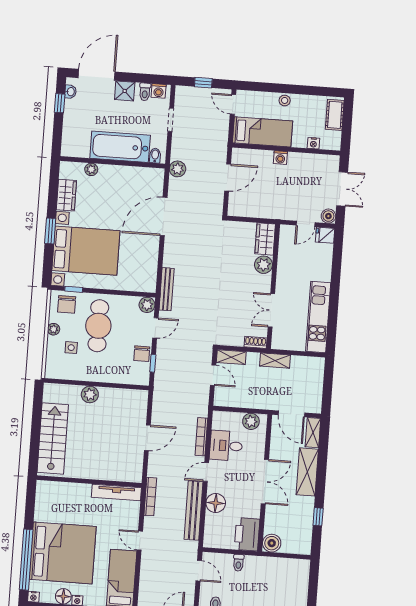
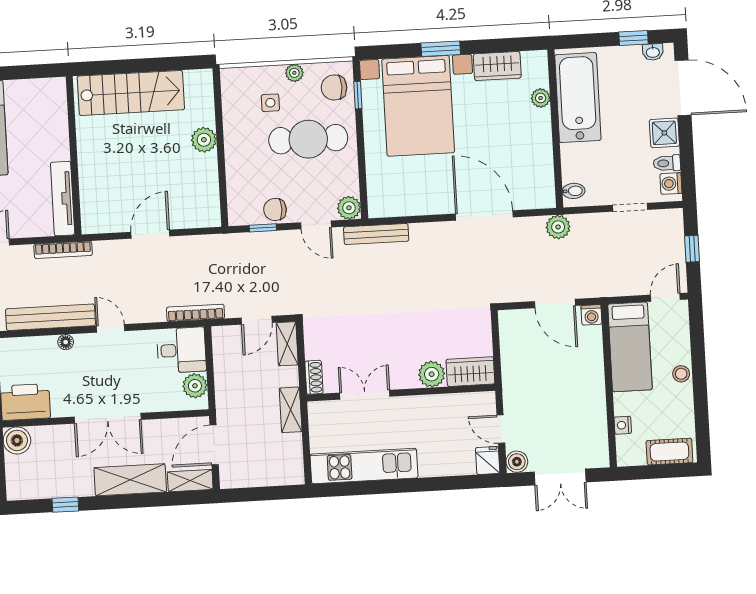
bathtub: (120, 147) -> (578, 98), moved
washing machine: (280, 158) -> (591, 315), moved, turned -90
bookcase: (201, 437) -> (196, 313), moved
door: (147, 438) -> (150, 234), swing flipped
desk: (226, 446) -> (181, 350), moved, turned 90
floor lamp: (216, 503) -> (66, 342), width x0.53, depth x0.53

